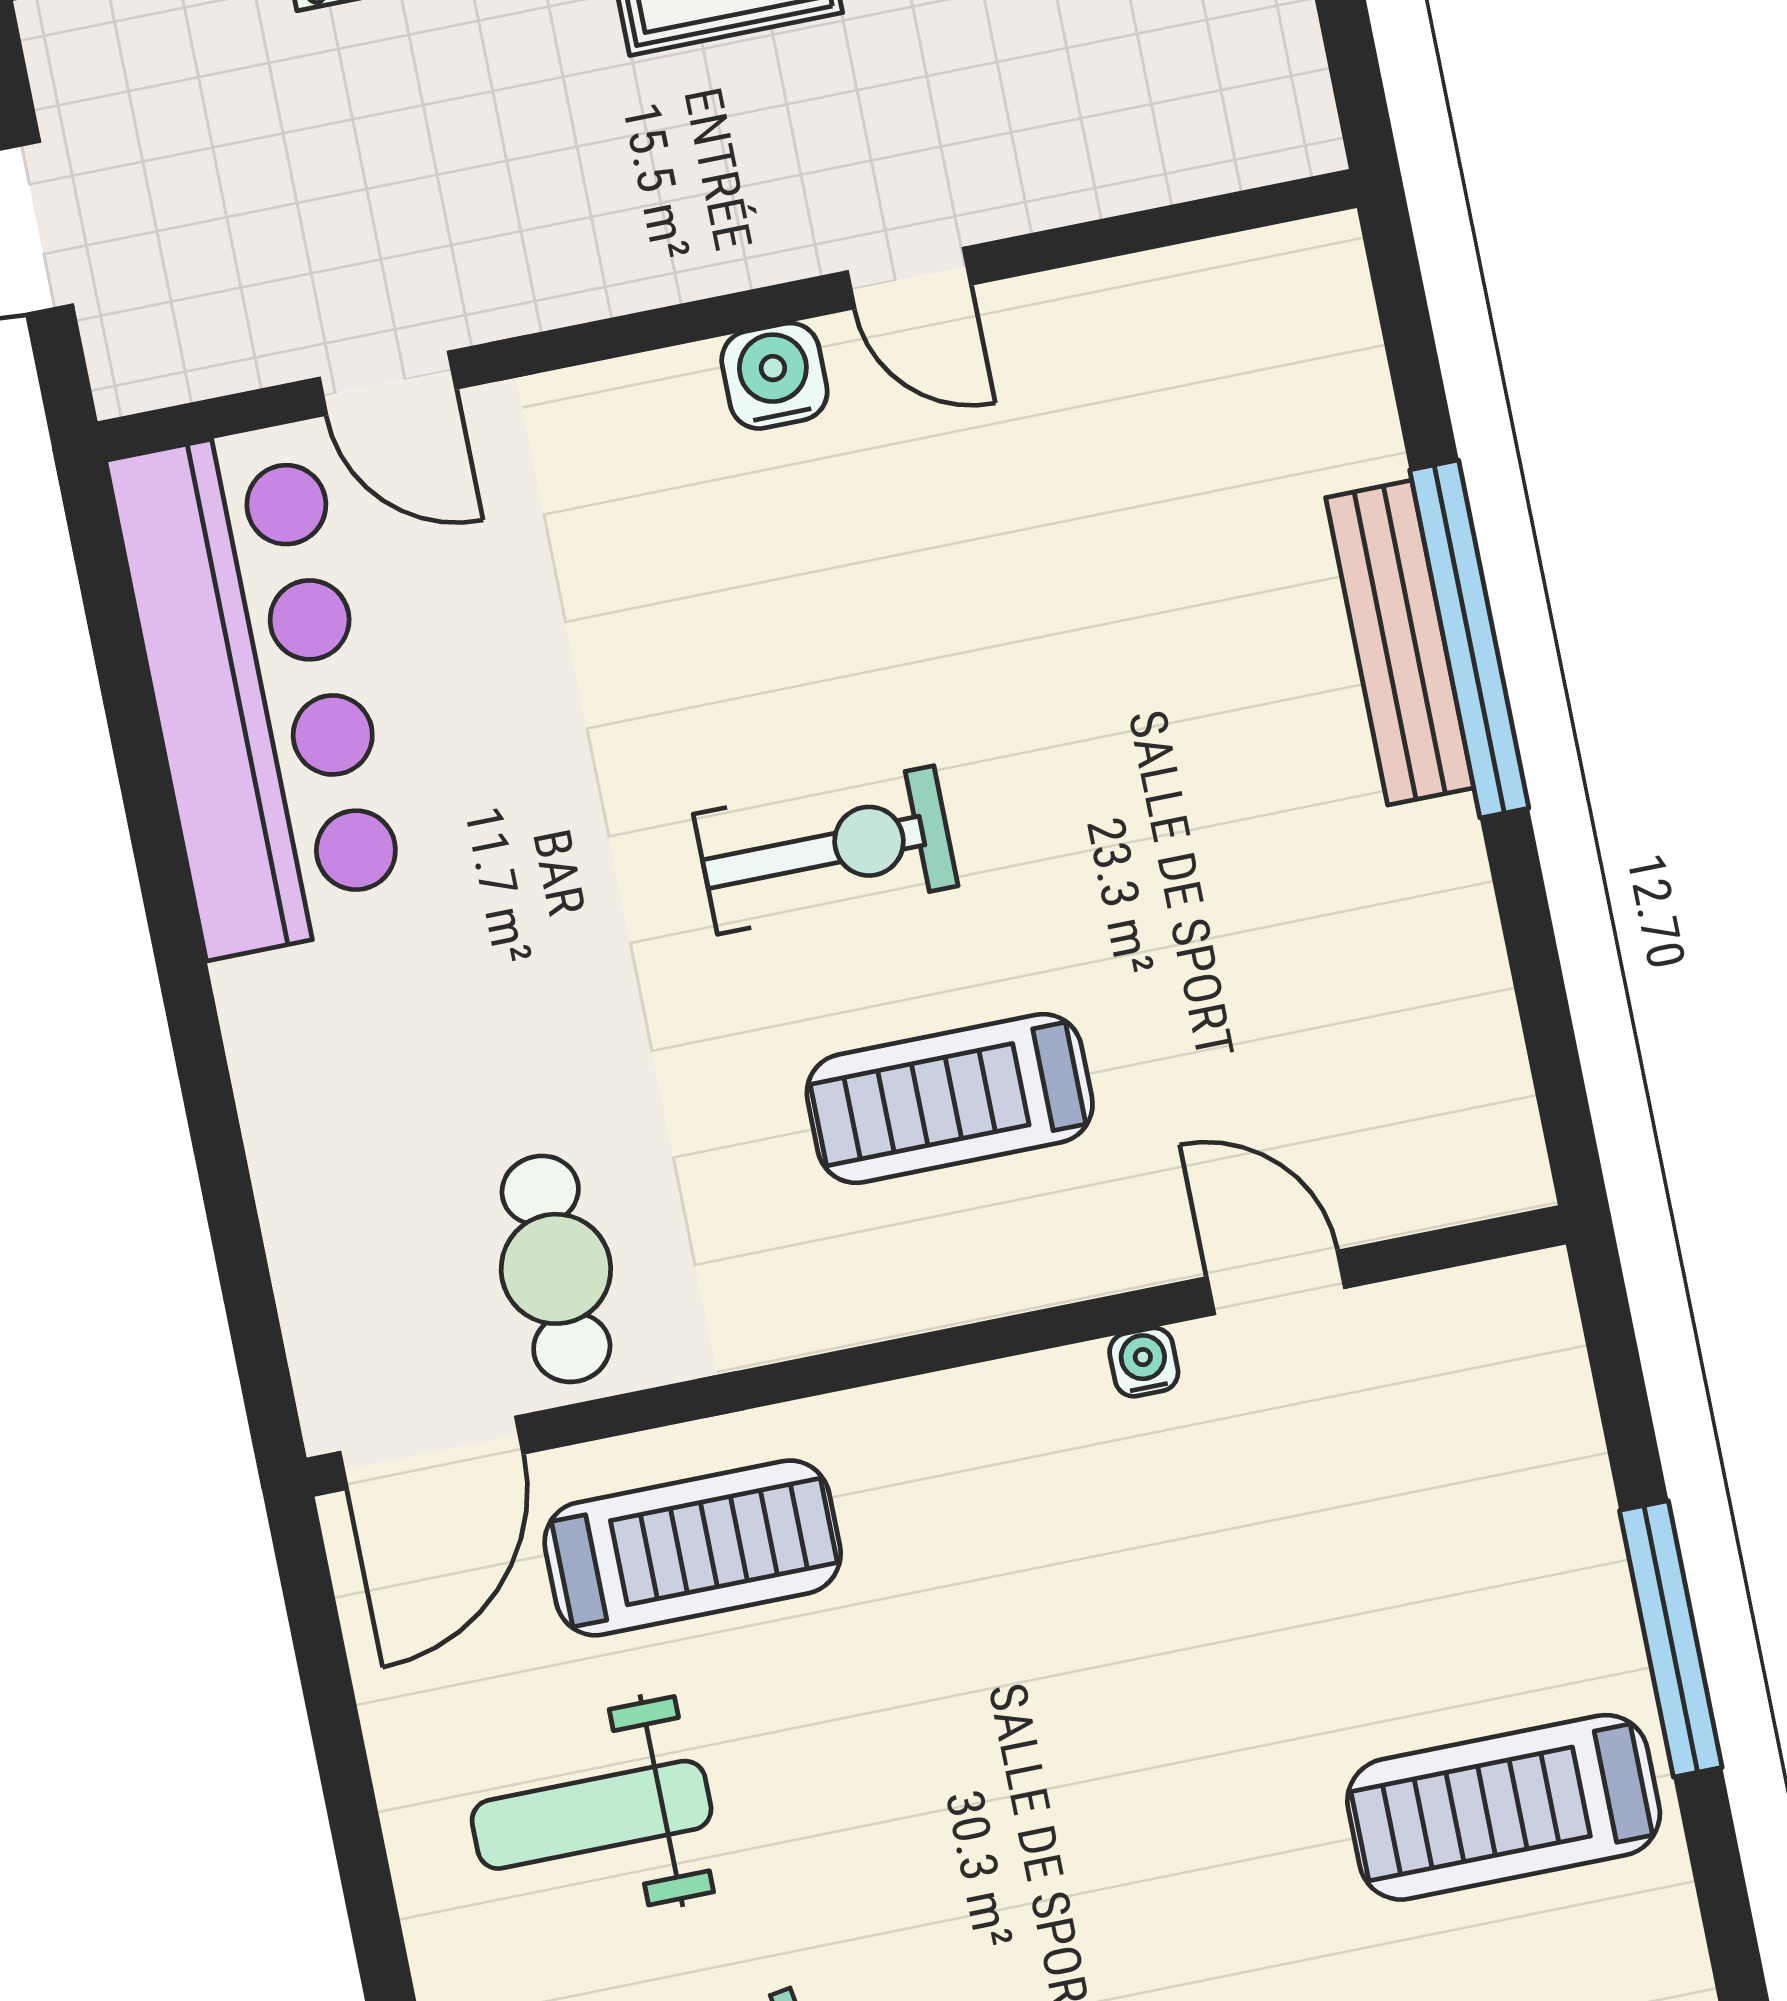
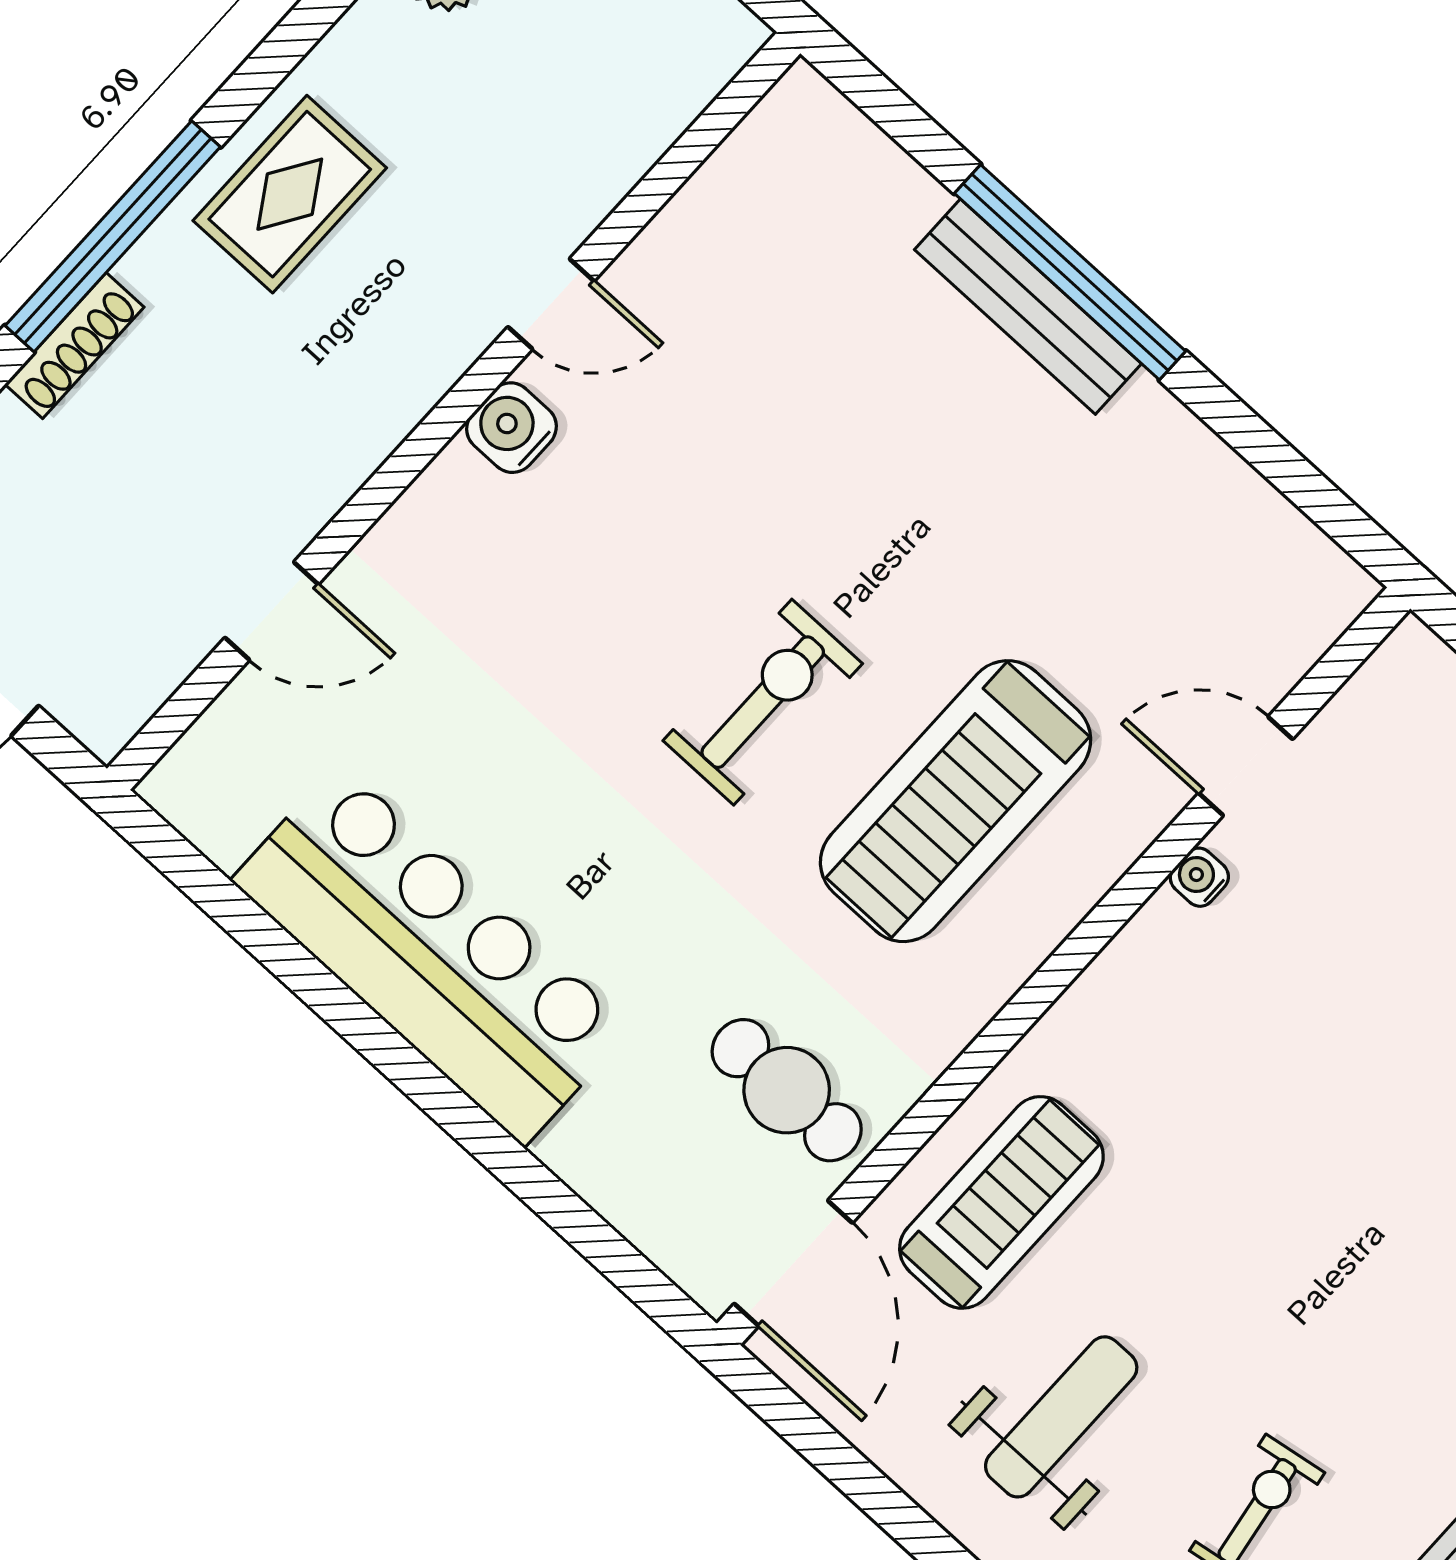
bar counter: (258, 690) -> (431, 954), moved
treadmill: (950, 1099) -> (956, 801), width x1.37, depth x1.38
weight bench: (592, 1815) -> (1061, 1417), turned 180

